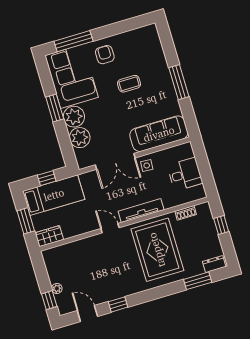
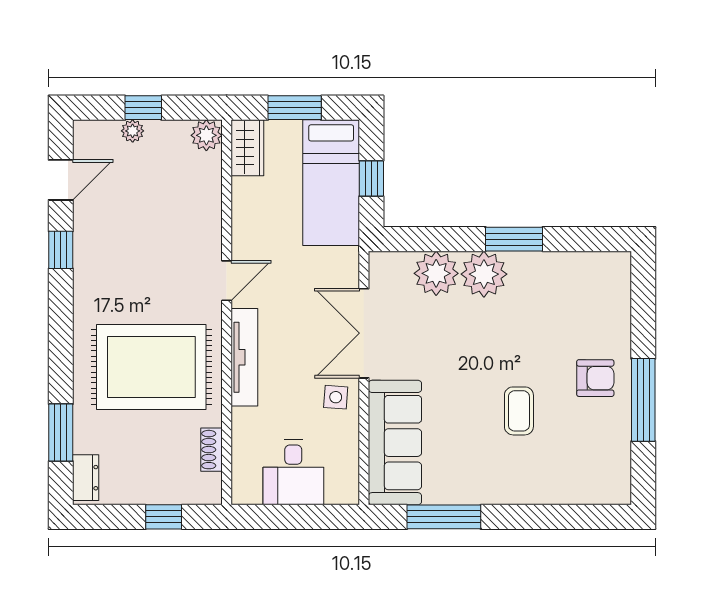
window: (73, 41) -> (643, 400), moved
corner sofa: (72, 76) -> (570, 295), removed
window: (179, 82) -> (444, 517), moved
plant: (49, 256) -> (206, 135), added
window: (49, 300) -> (143, 108), moved

